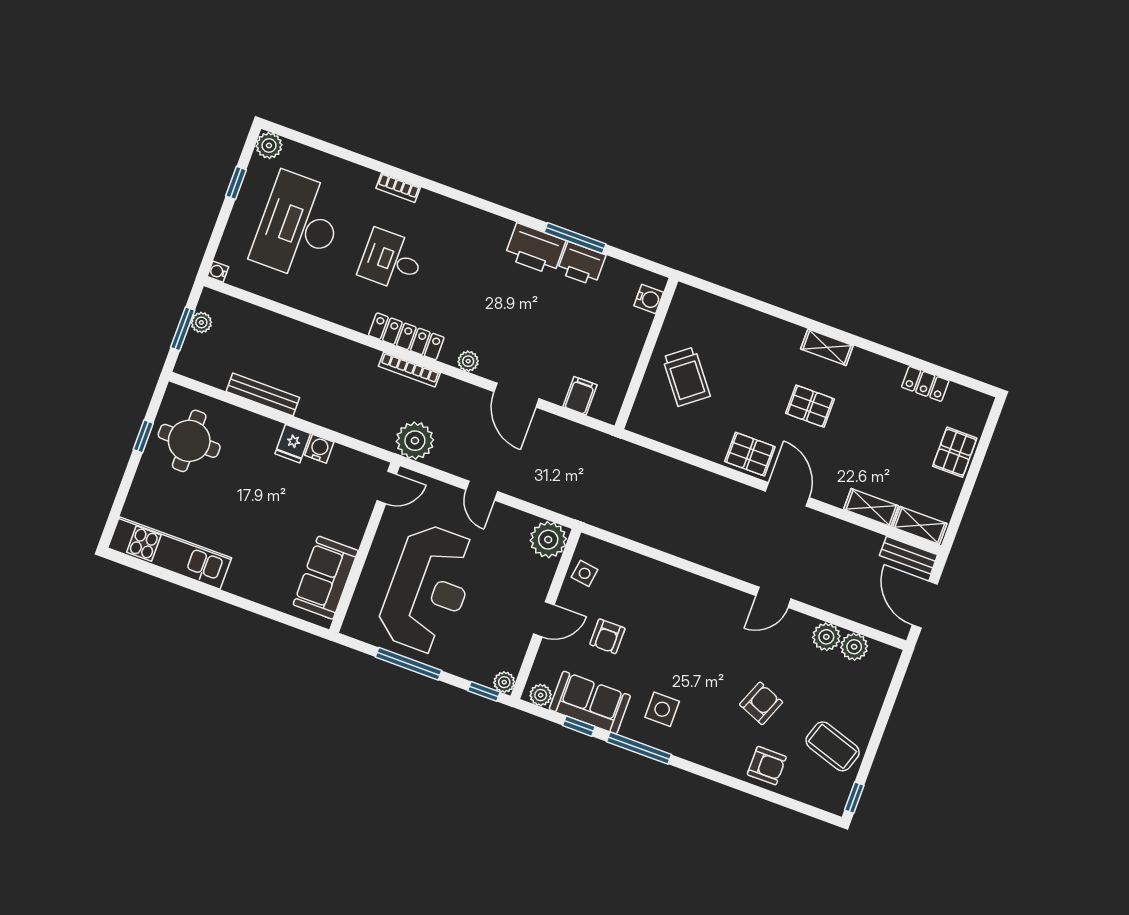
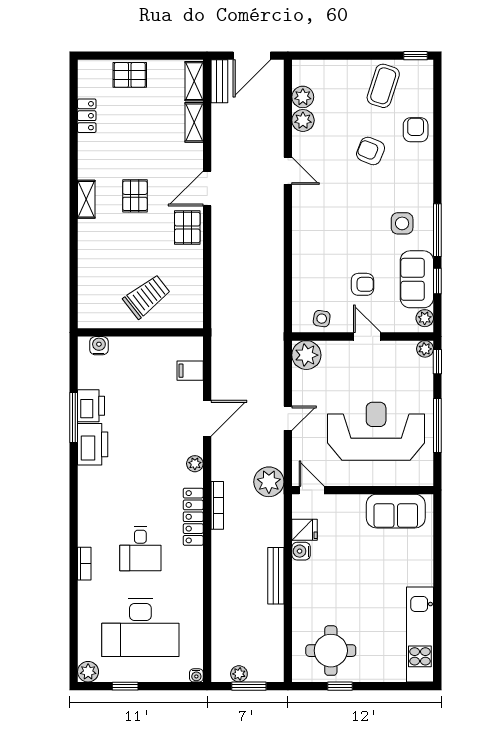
bench: (263, 394) -> (276, 576), moved
fridge: (293, 444) -> (305, 530), moved

